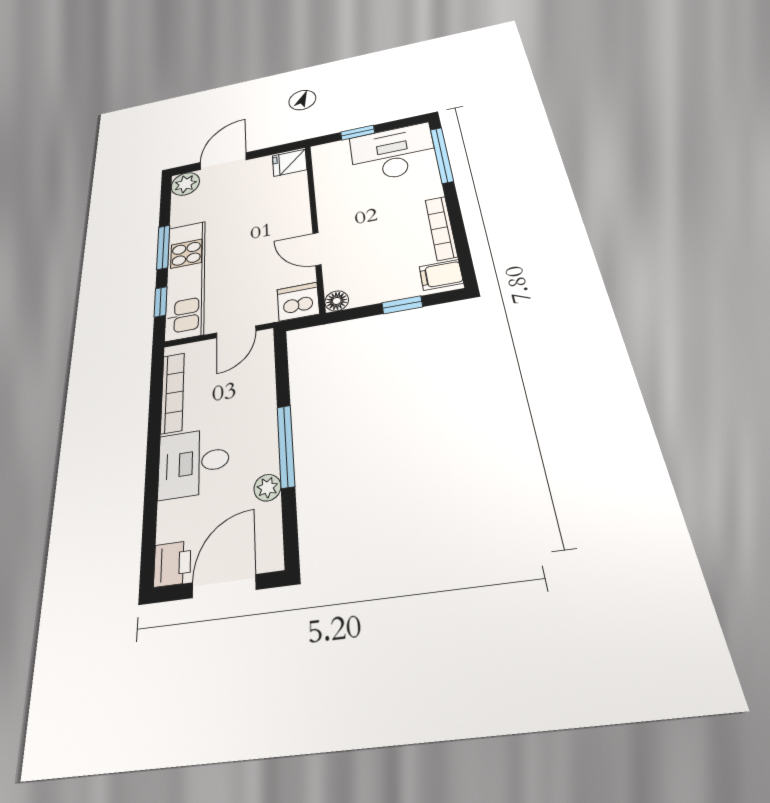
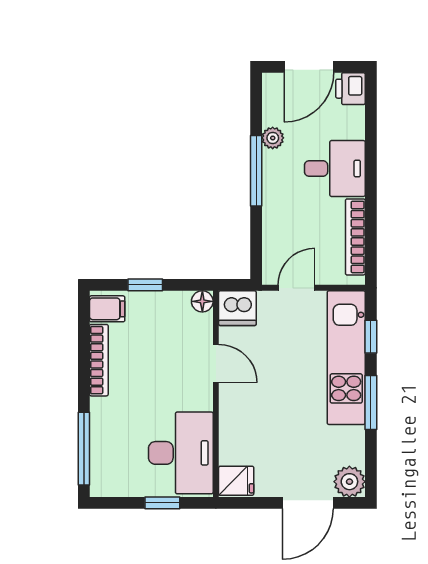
desk: (393, 153) -> (181, 453), moved, turned -90

